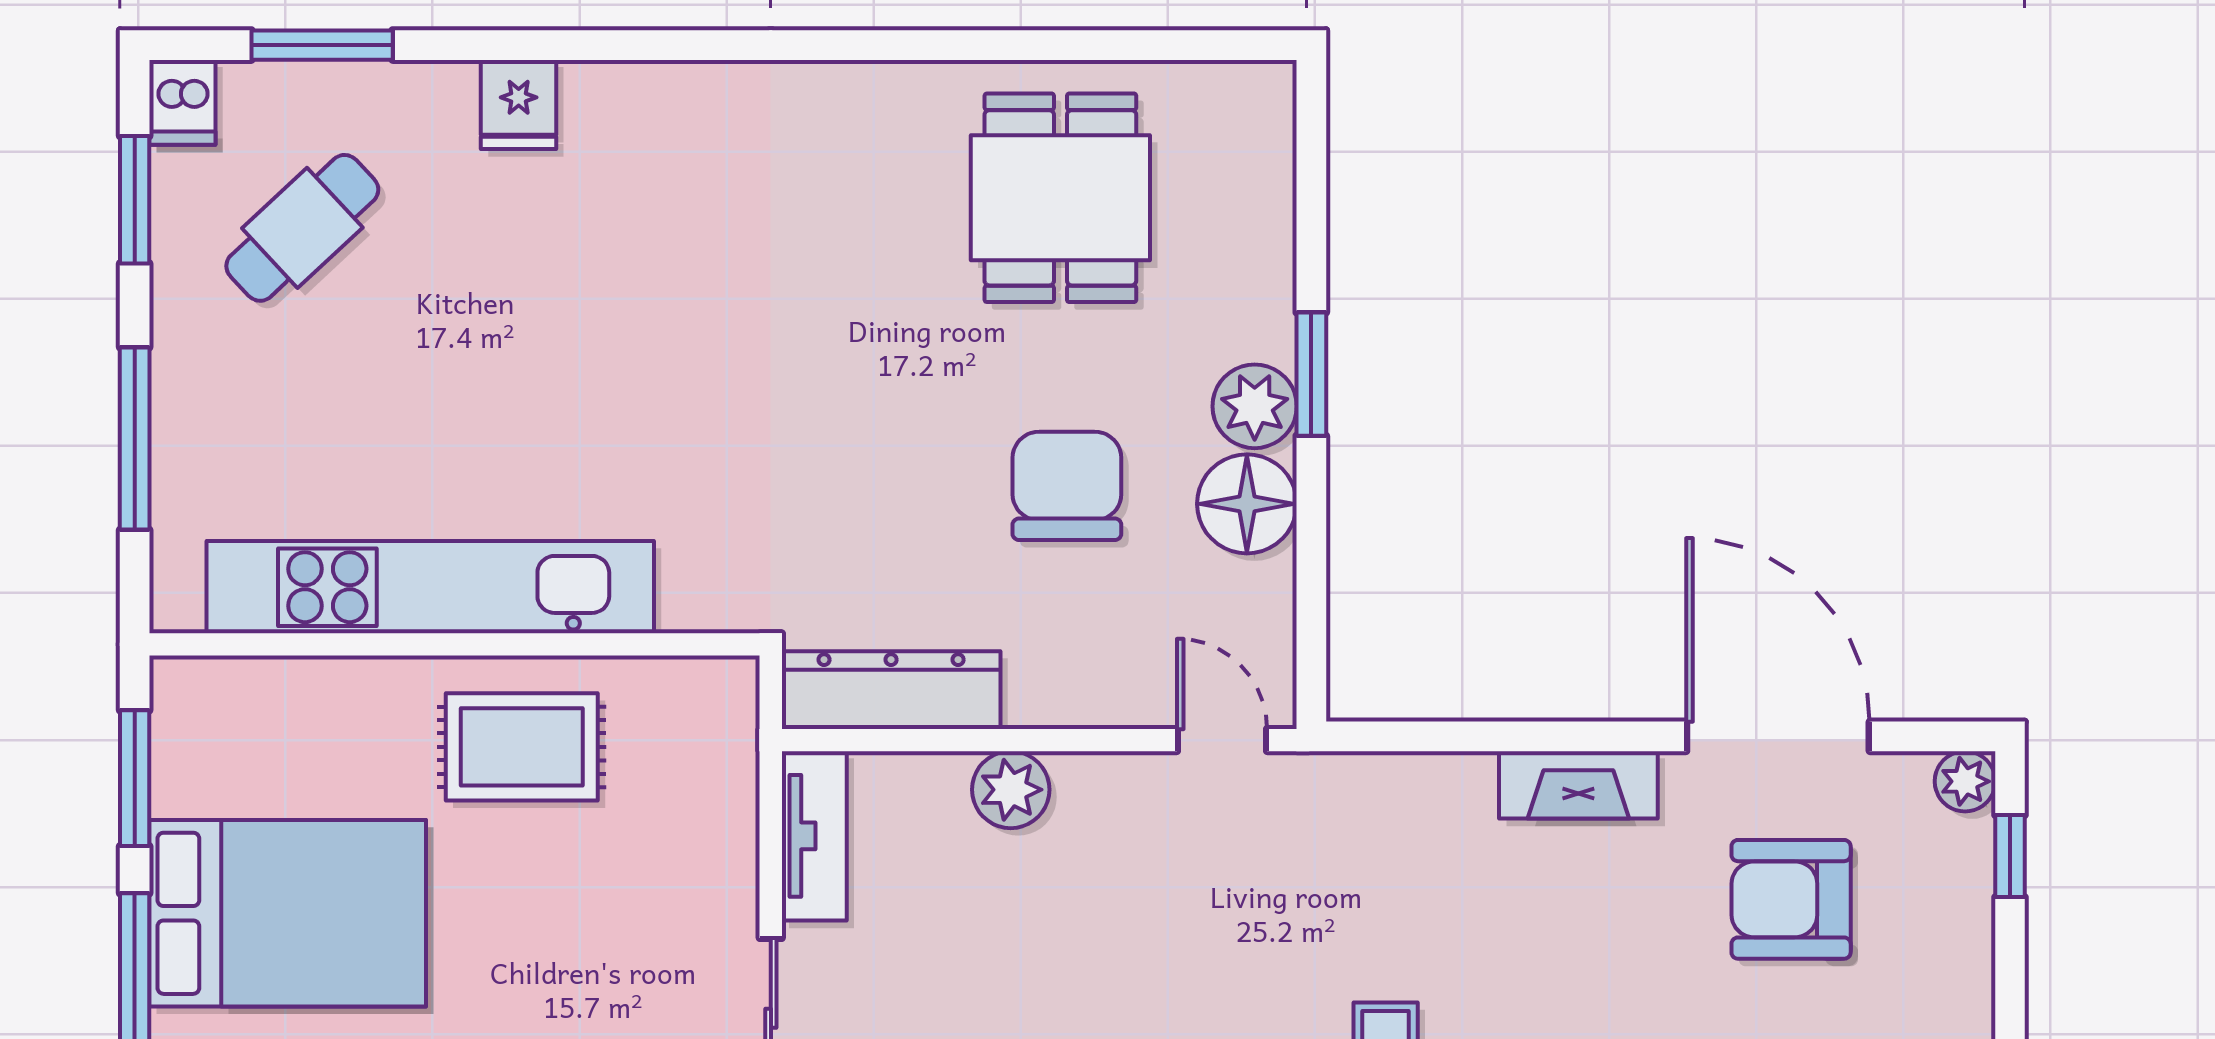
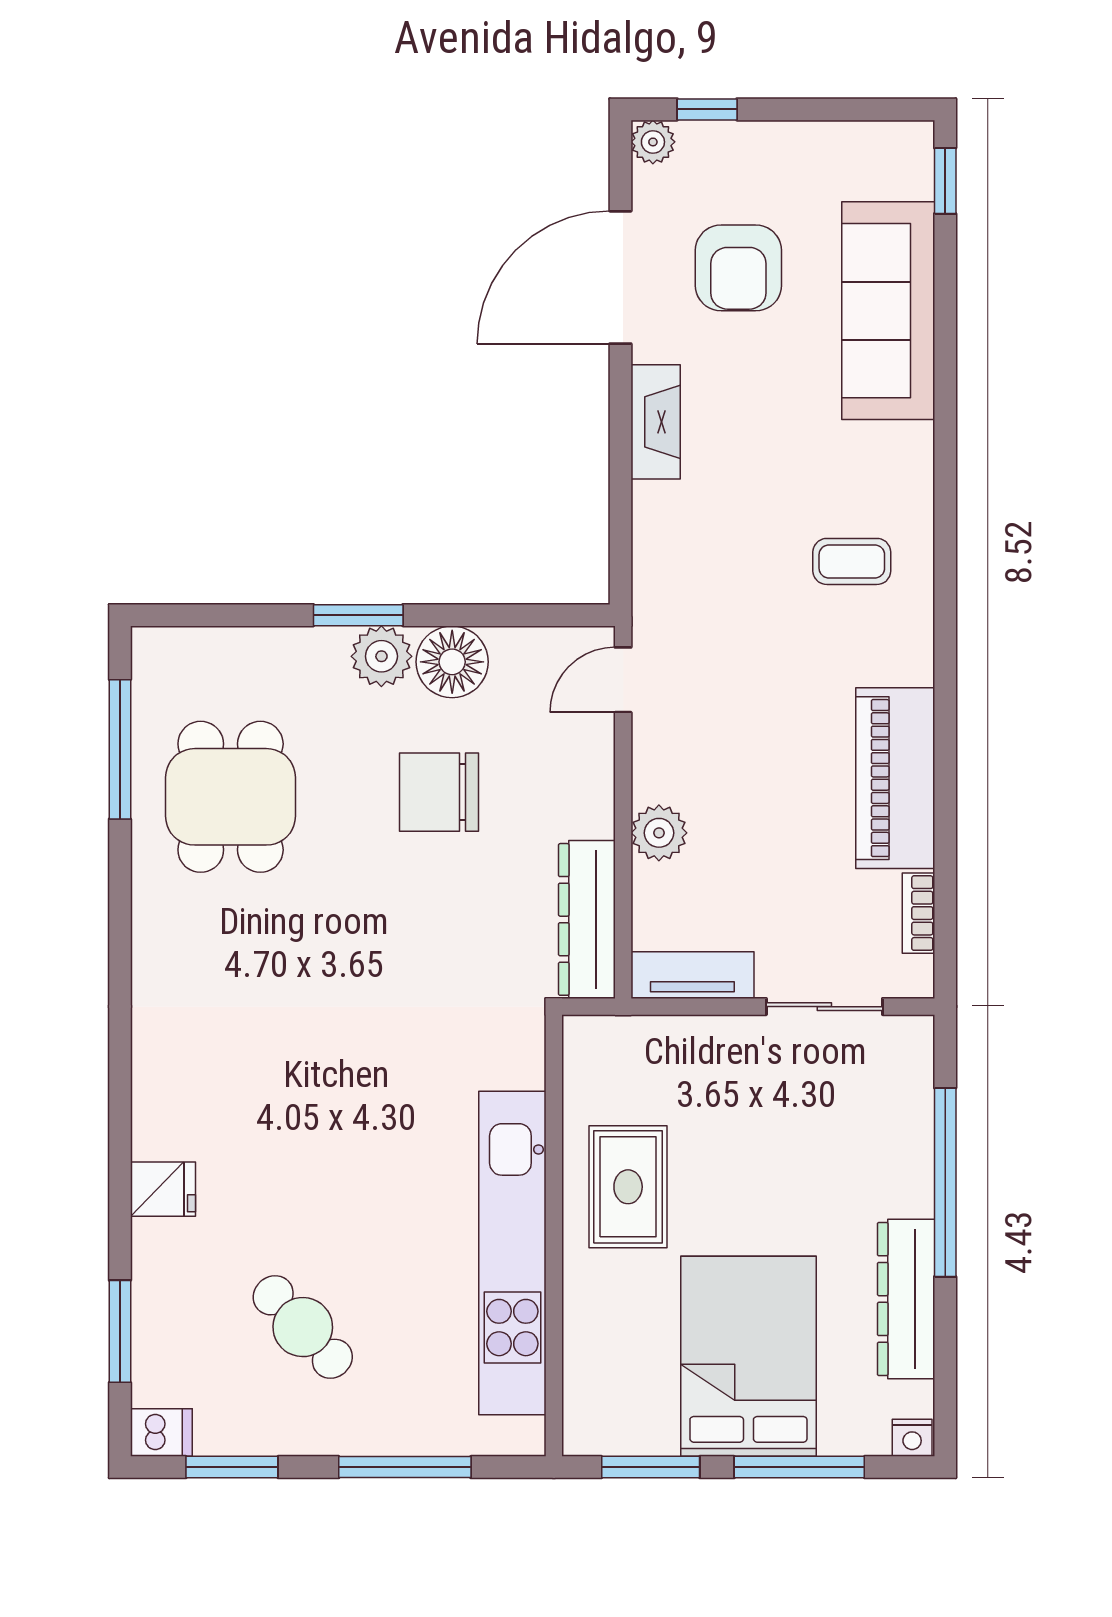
window: (1126, 45) -> (120, 749), added
dining table: (1060, 198) -> (231, 797), turned 90
cafe table: (302, 228) -> (303, 1327), moved

